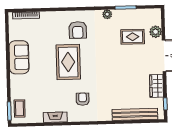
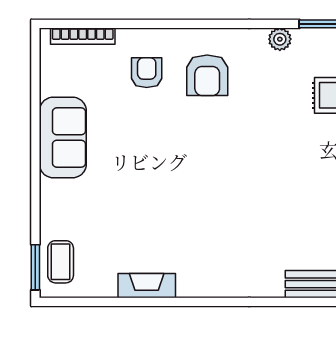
rug: (68, 62) -> (182, 152), removed
armchair: (83, 99) -> (147, 73), moved

